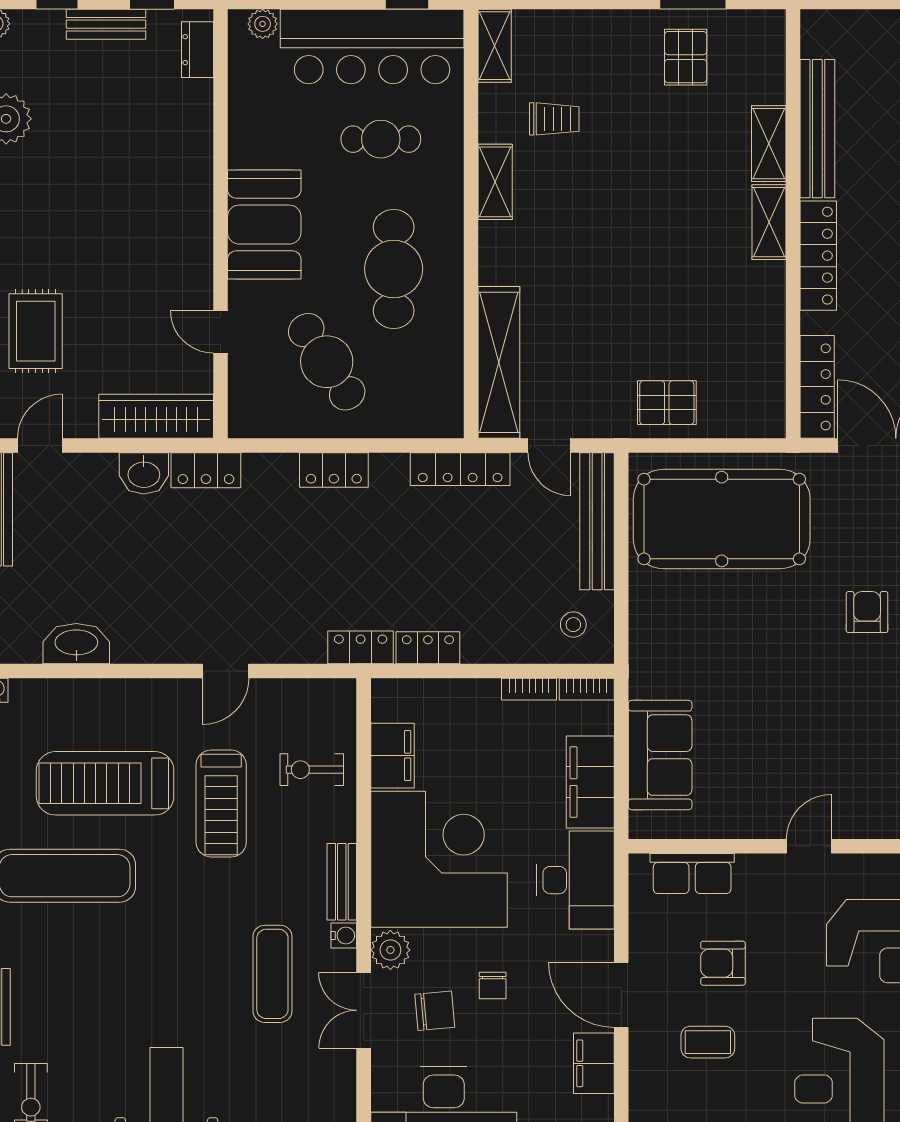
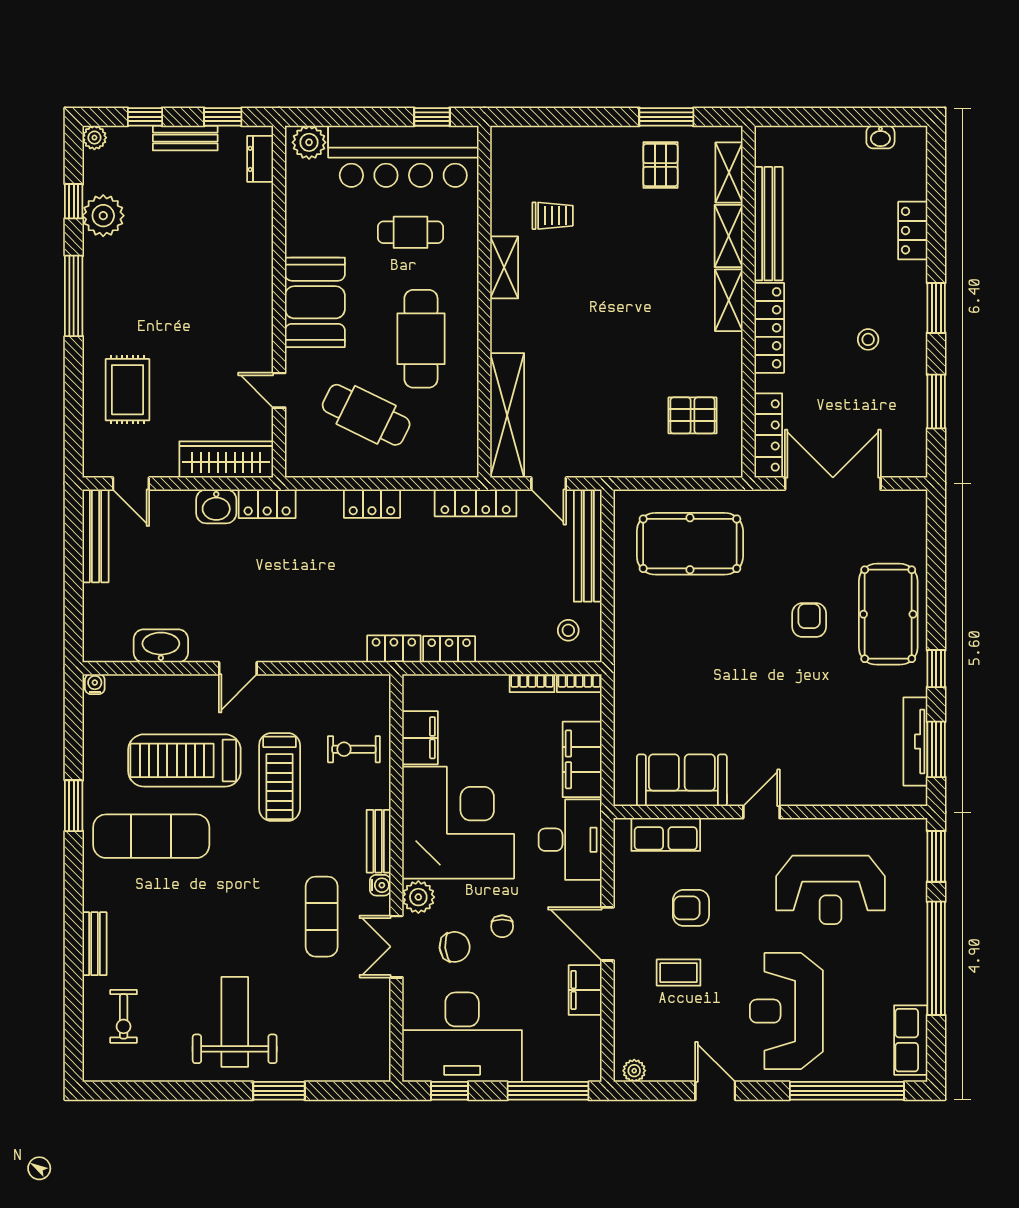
plant: (263, 24) -> (309, 142), width x1.38, depth x1.38
shelving: (495, 46) -> (729, 172), moved
cafe table: (327, 362) -> (366, 415), turned -31
pallet: (667, 403) -> (693, 415), moved
door: (40, 446) -> (131, 484), swing flipped
pool table: (722, 519) -> (690, 544), width x0.73, depth x0.76
door: (226, 671) -> (238, 668), moved
sofa: (660, 755) -> (682, 780), moved, turned -90

